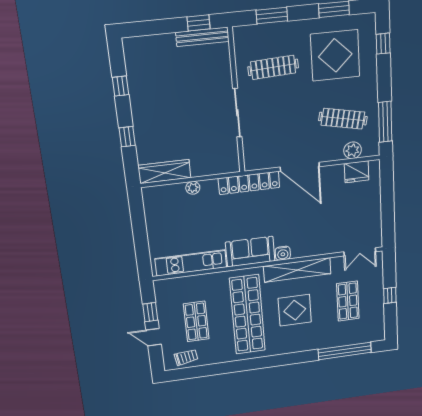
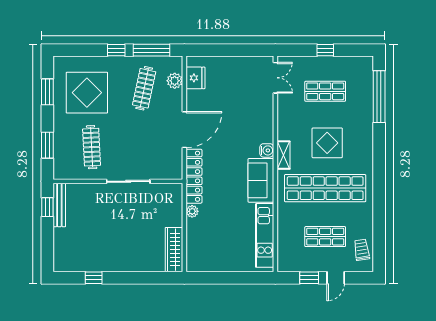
window: (383, 44) -> (116, 50), moved
window: (127, 137) -> (139, 278), removed
plant: (193, 188) -> (192, 211), moved
shelving: (297, 270) -> (283, 155), width x0.45, depth x0.75

